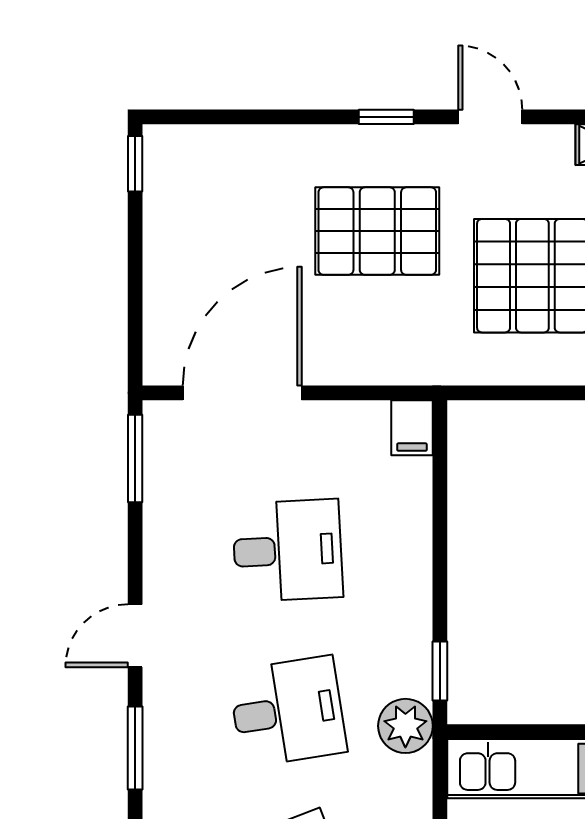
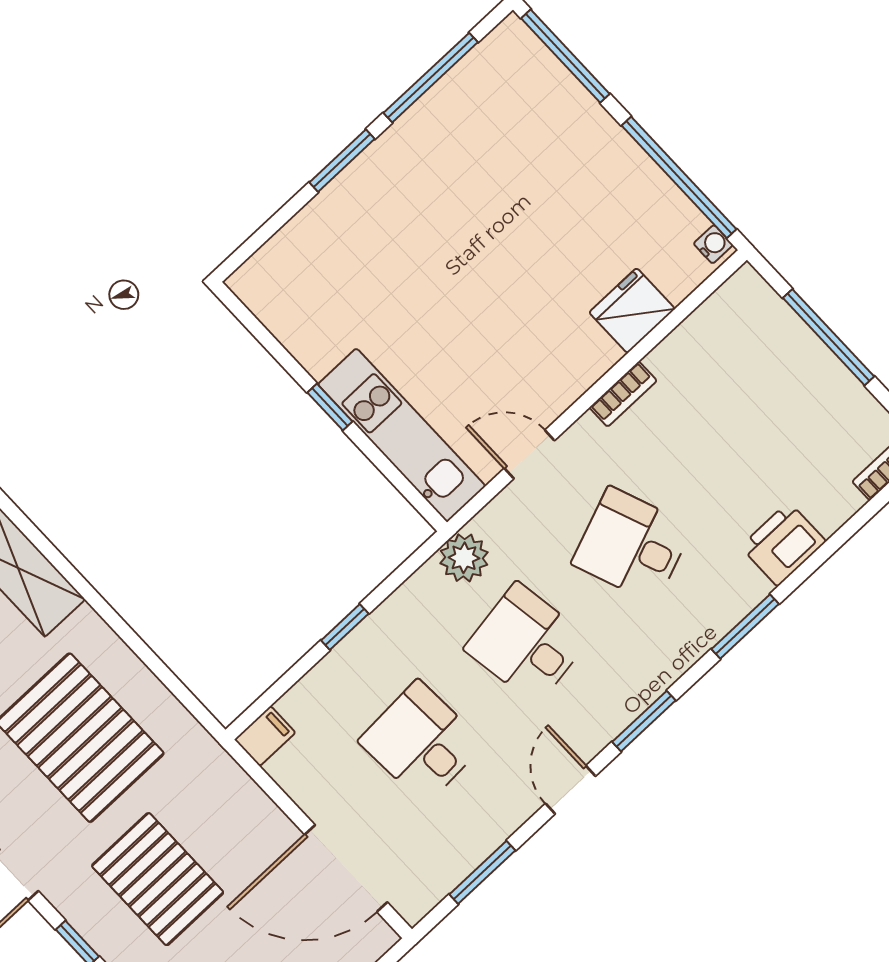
window: (135, 459) -> (482, 872), moved
door: (135, 636) -> (570, 790), swing flipped
window: (440, 671) -> (345, 627), moved

